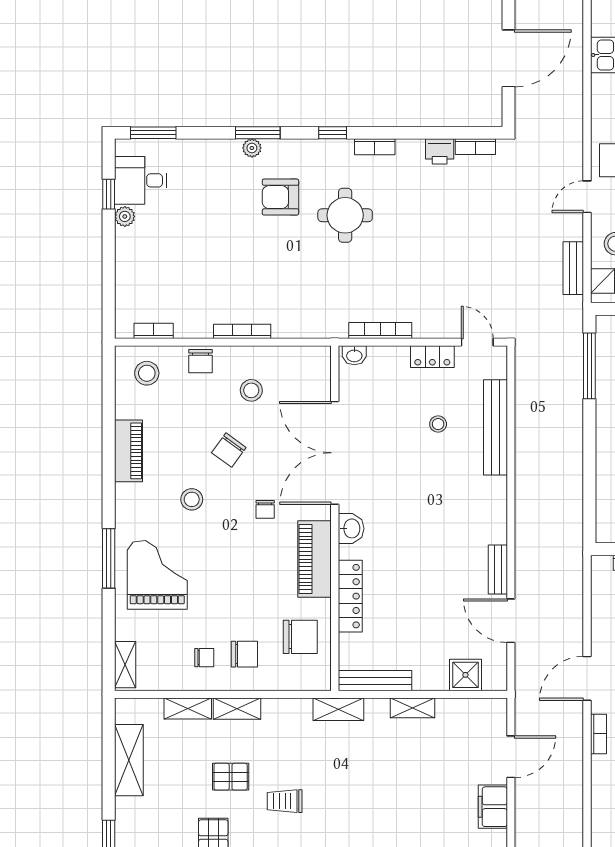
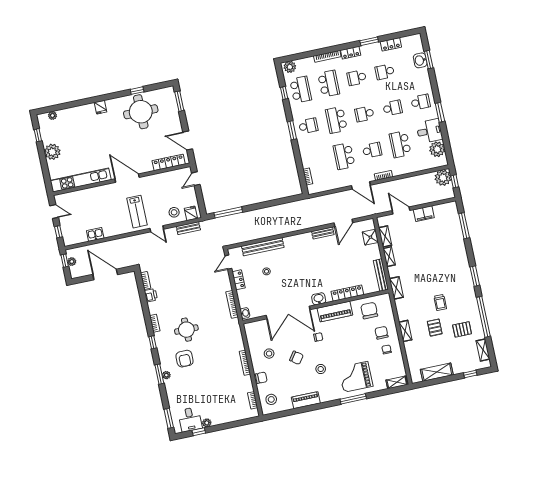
shelving: (188, 709) -> (385, 236), moved

